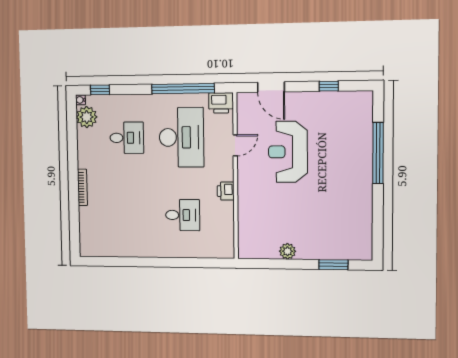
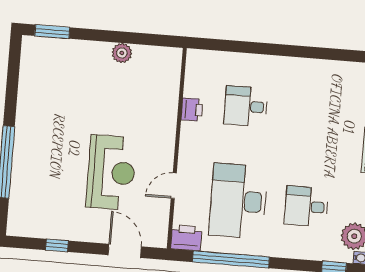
printer: (226, 191) -> (192, 110), moved
window: (333, 265) -> (52, 32), moved

